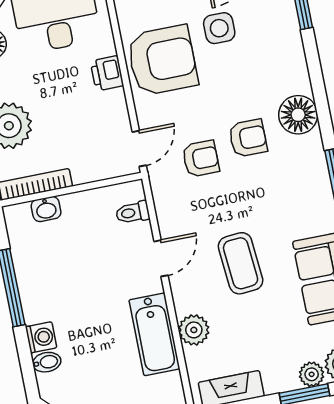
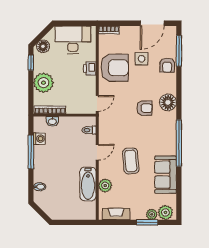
armchair: (201, 159) -> (167, 65), moved, turned 90
washing machine: (41, 337) -> (39, 139), moved

